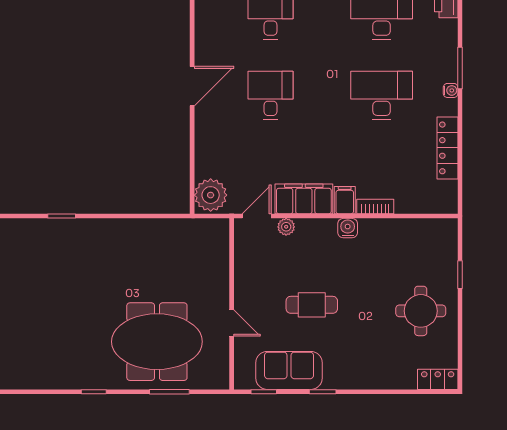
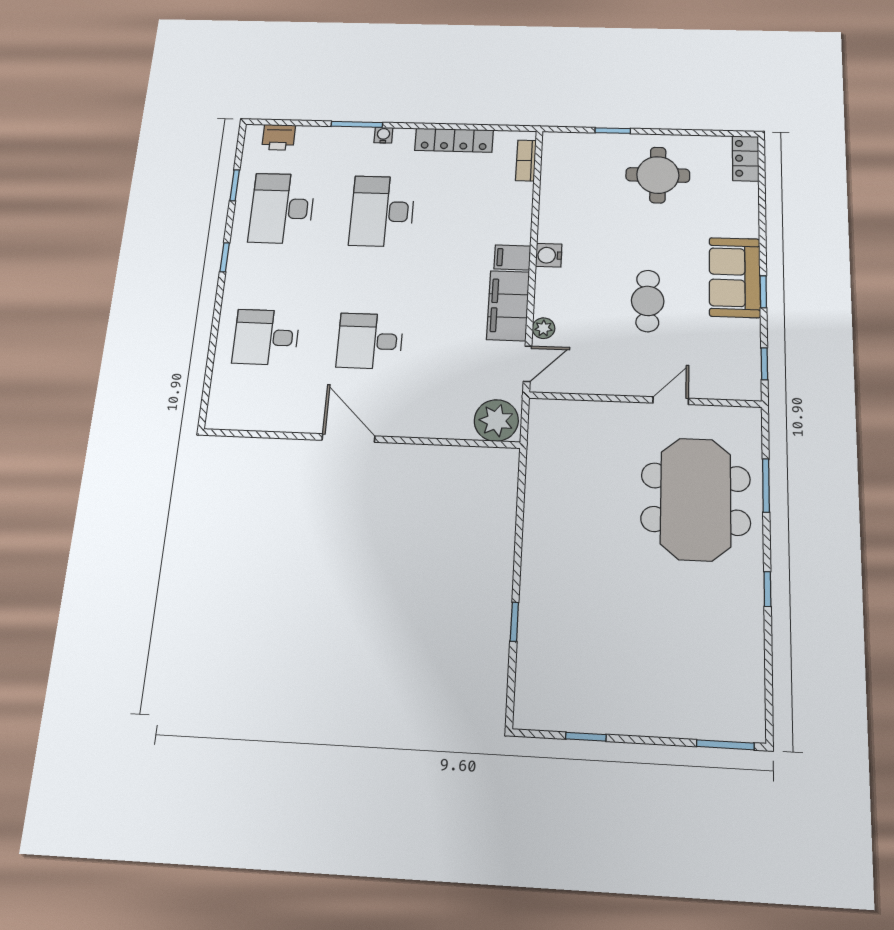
bookcase: (375, 206) -> (526, 161), moved
door: (257, 216) -> (528, 364), swing flipped
sofa: (289, 370) -> (735, 277), moved

